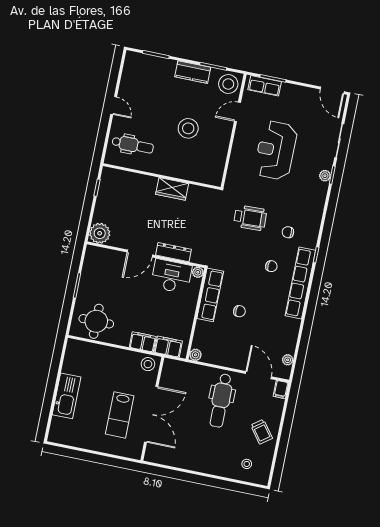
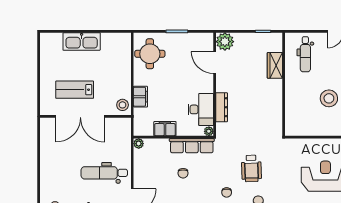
wardrobe: (172, 189) -> (275, 65), moved
wheelchair: (250, 218) -> (251, 168), moved
door: (140, 253) -> (215, 63), moved
filing cabinet: (168, 347) -> (165, 129), moved, turned -90

